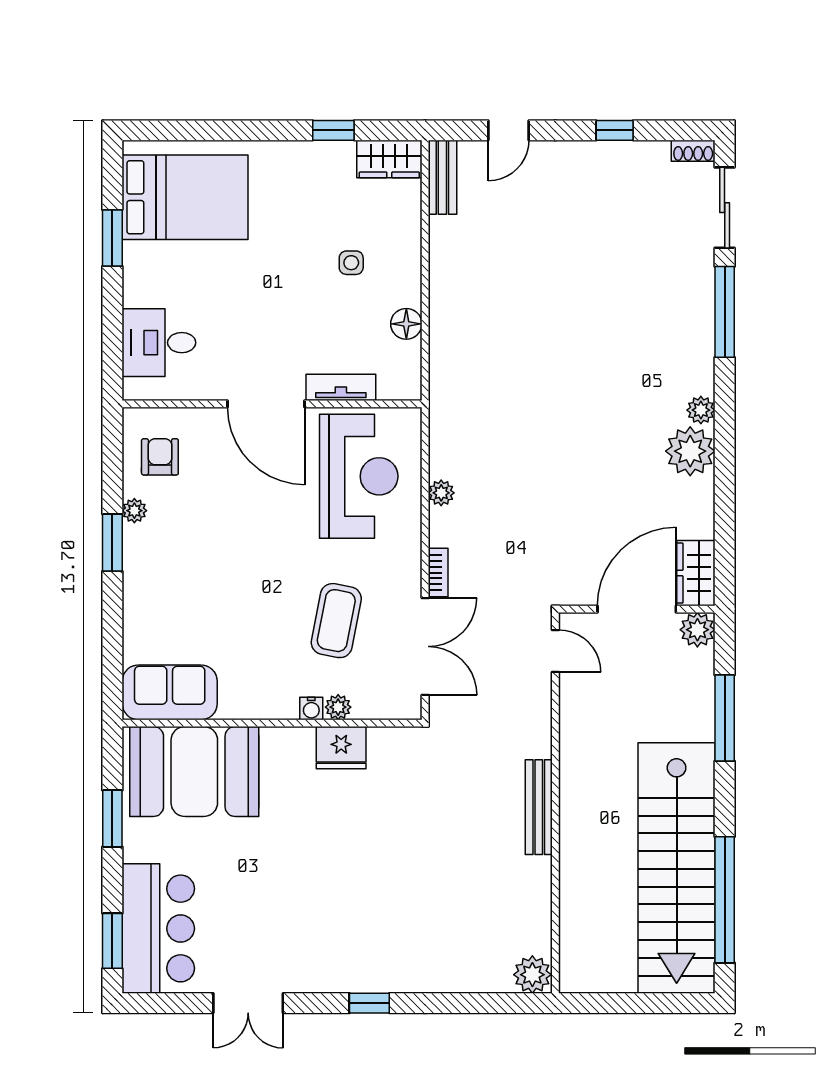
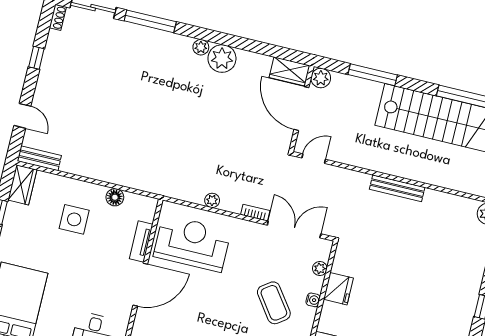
side table: (351, 263) -> (74, 219), width x1.87, depth x1.87
coffee table: (336, 621) -> (274, 303), moved, turned 43
plant: (338, 707) -> (320, 268), moved

